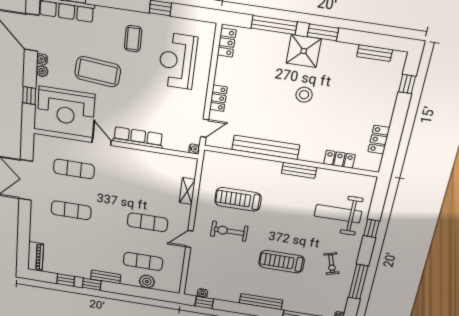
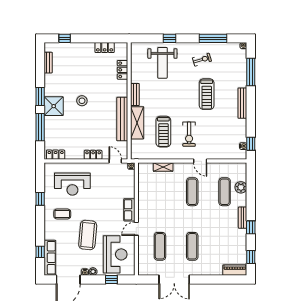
row of seats: (138, 138) -> (129, 210), width x0.68
shelving: (257, 167) -> (137, 123), added
window: (66, 280) -> (251, 257), moved

